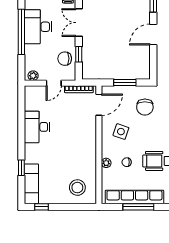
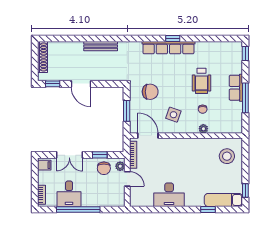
desk: (38, 27) -> (69, 194), width x0.73
plant: (33, 76) -> (120, 166), moved
row of seats: (134, 197) -> (236, 88), width x0.50

